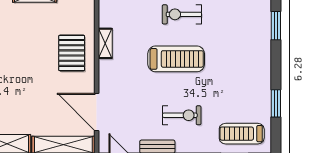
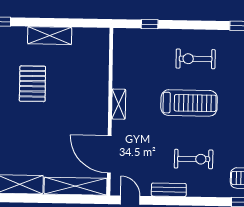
shelving: (105, 43) -> (119, 104), moved
pallet: (72, 53) -> (32, 84), moved

